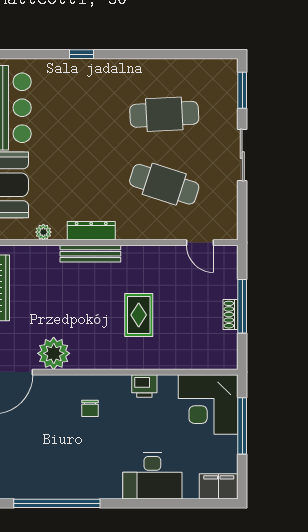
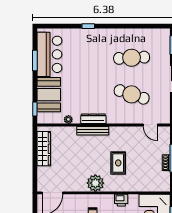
plant: (54, 353) -> (95, 183), moved

